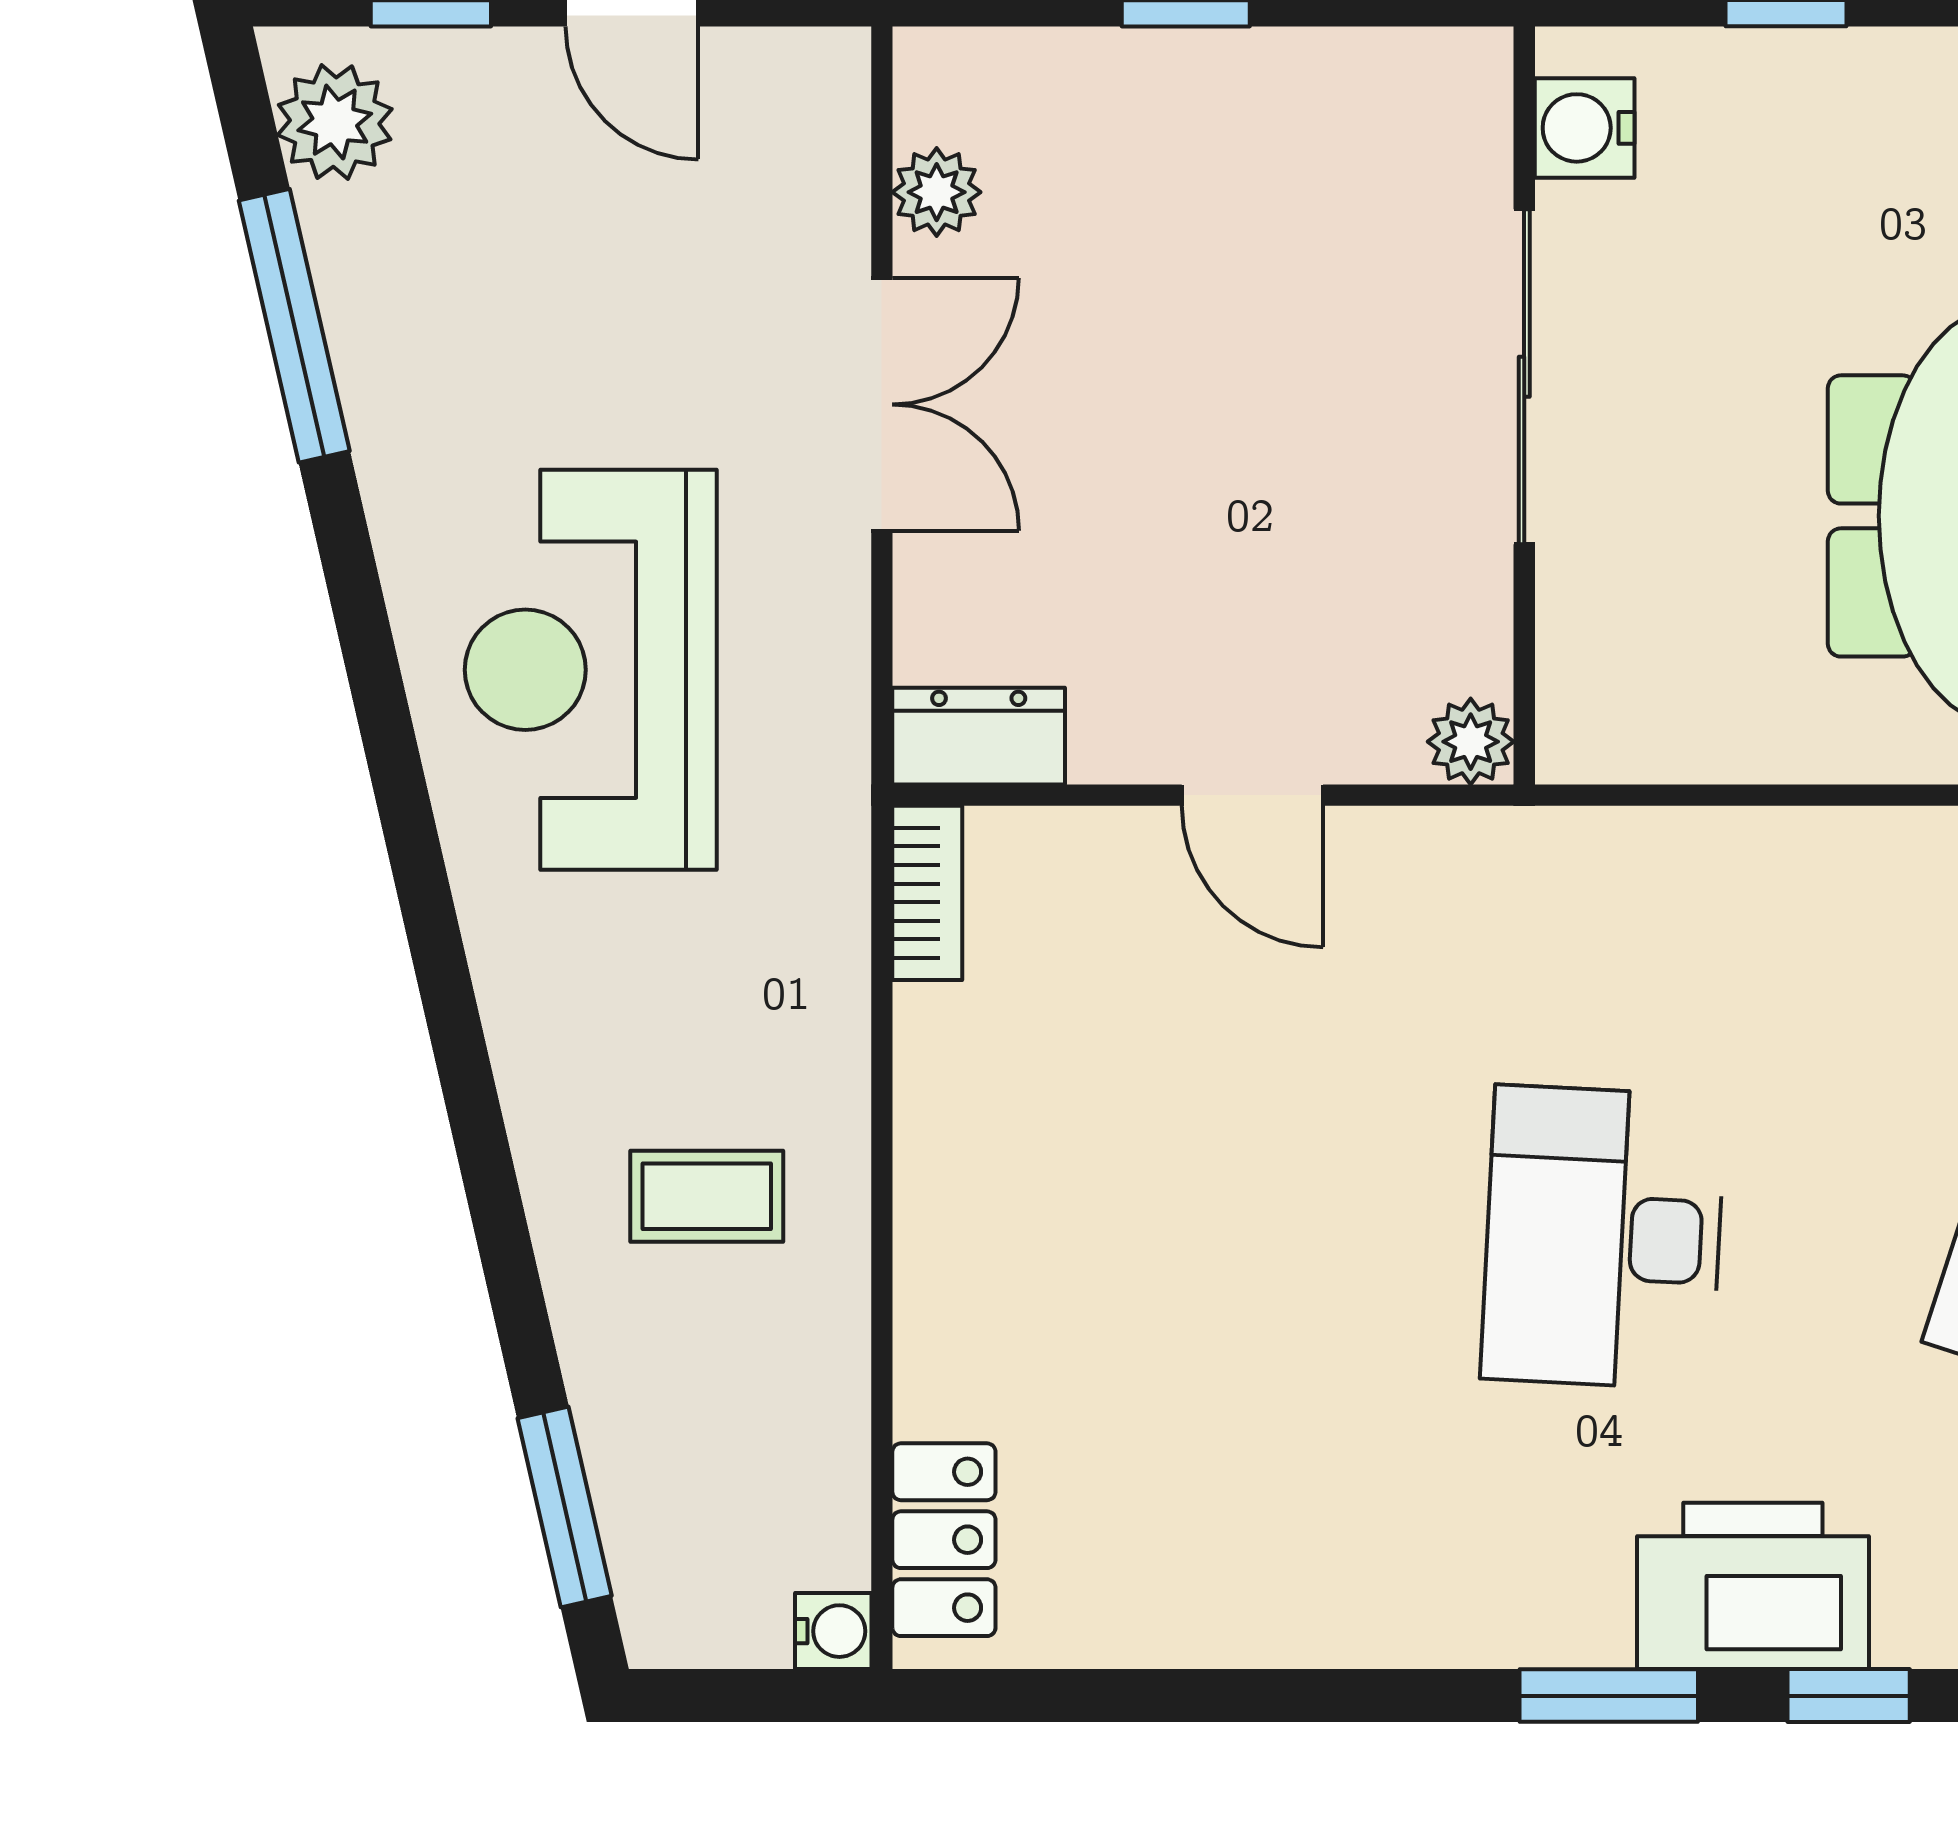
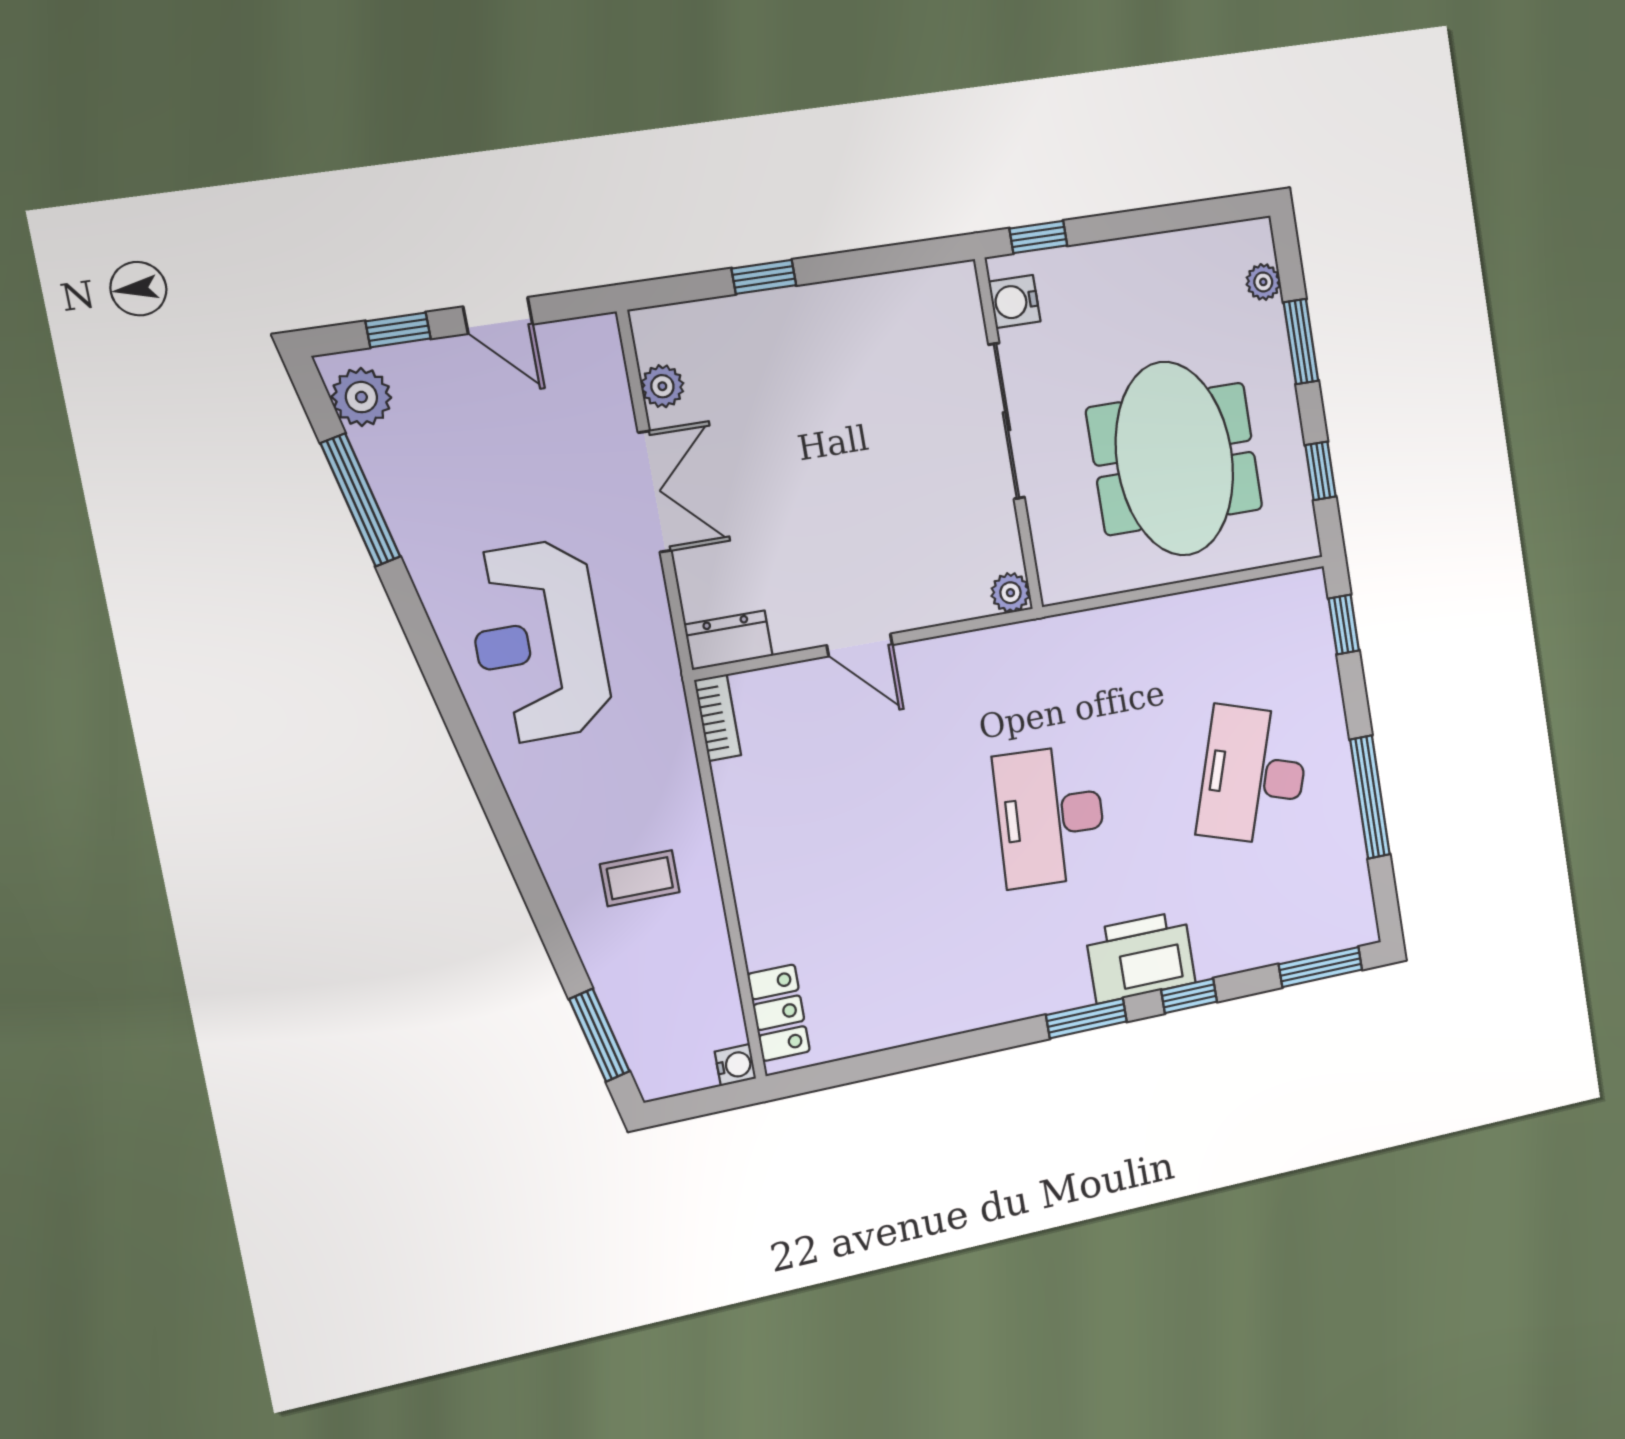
water cooler: (1585, 128) -> (1015, 302), moved
sliding door: (1524, 377) -> (1007, 421), moved
wall: (1524, 406) -> (1009, 434), moved
plant: (1471, 742) -> (1010, 593), moved

